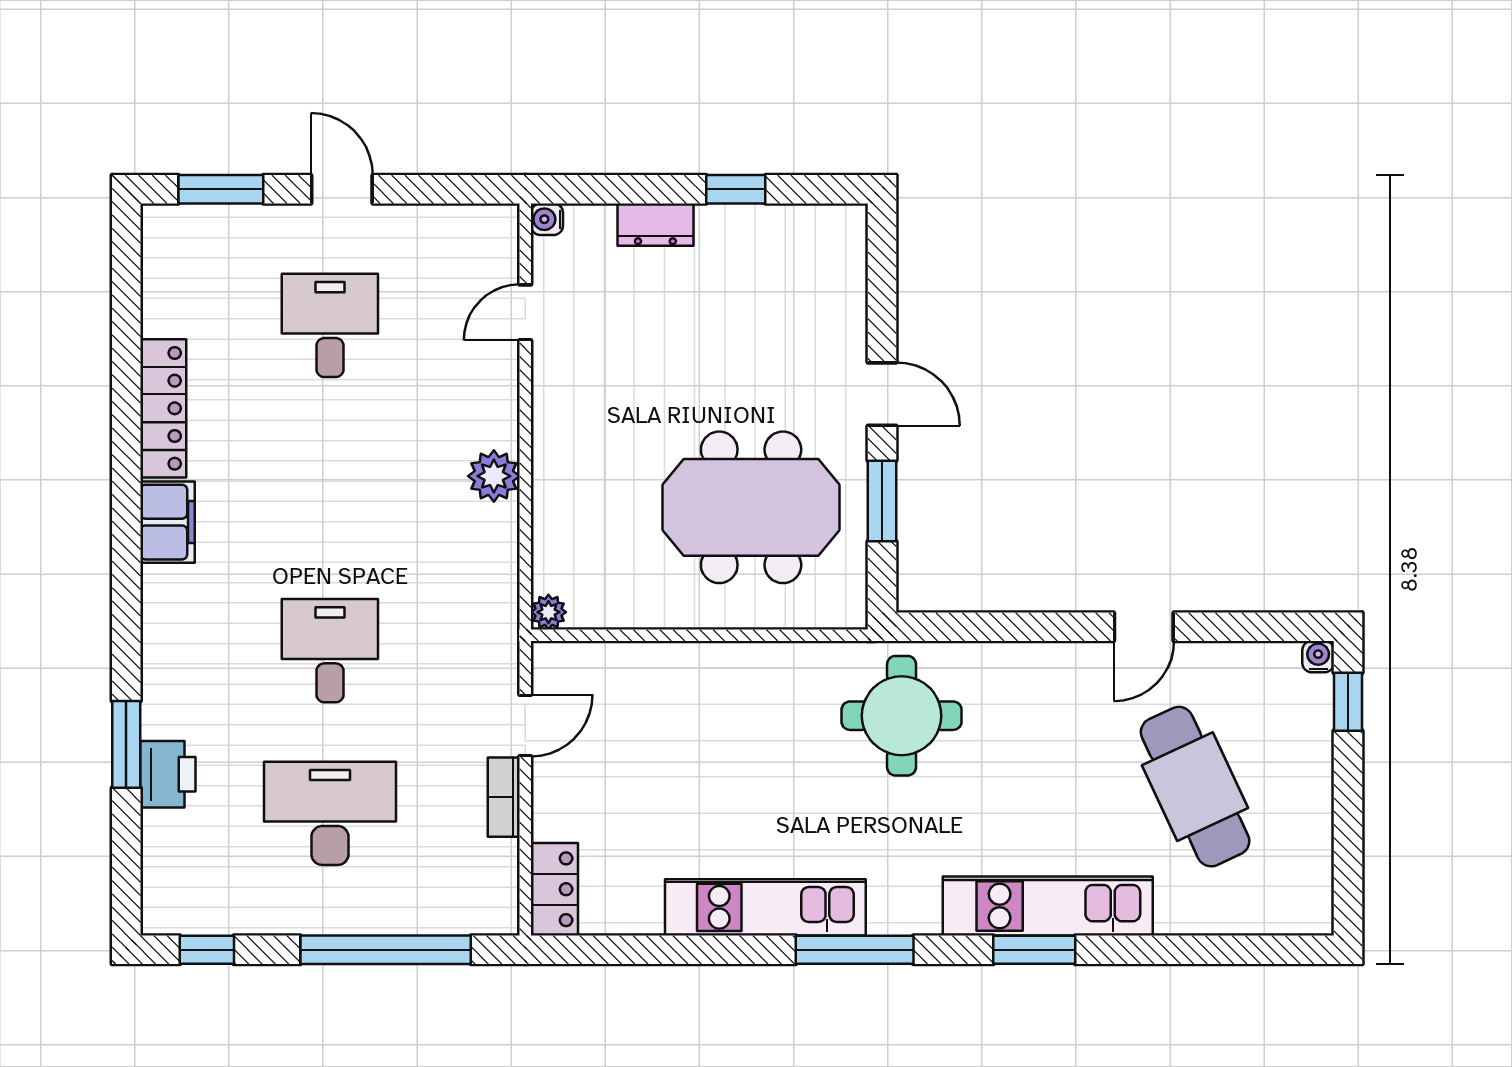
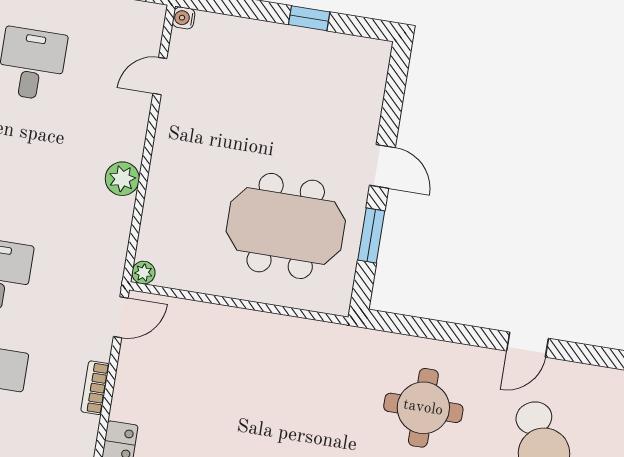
dresser: (655, 225) -> (253, 33), removed
round table: (902, 716) -> (423, 408), moved
door: (525, 725) -> (121, 317), moved

